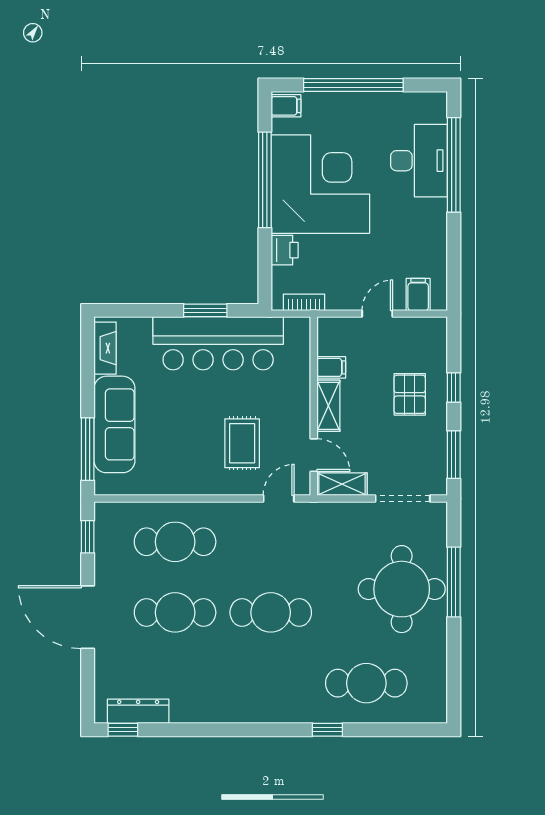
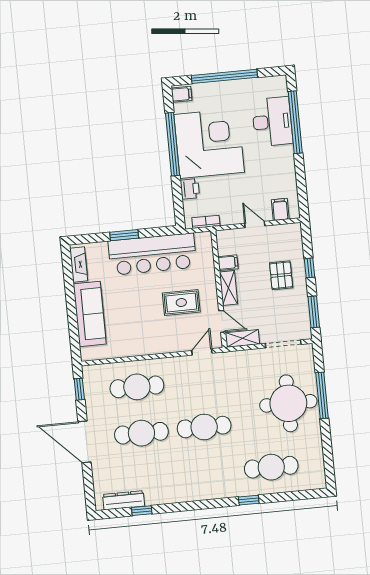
window: (205, 310) -> (124, 235), moved
door: (377, 314) -> (255, 225), hinge flipped
rug: (242, 443) -> (181, 302), moved, turned 90
window: (88, 449) -> (74, 332), removed
window: (123, 730) -> (142, 511), moved

